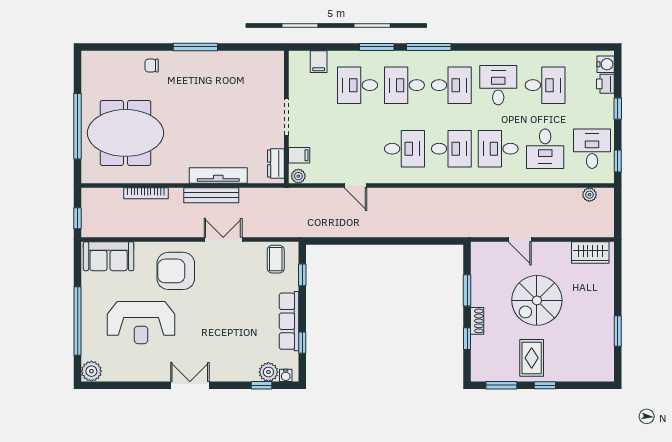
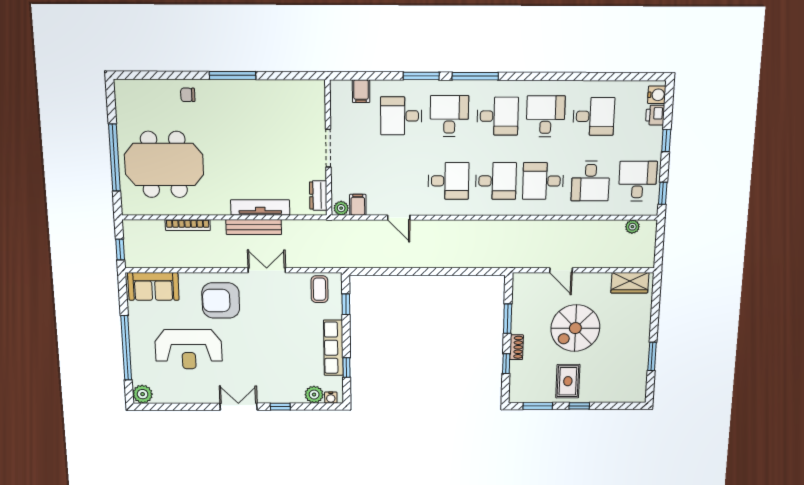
desk: (404, 85) -> (449, 116), turned 90
filing cabinet: (299, 155) -> (358, 205), moved, turned -90
window: (261, 385) -> (280, 407), moved

